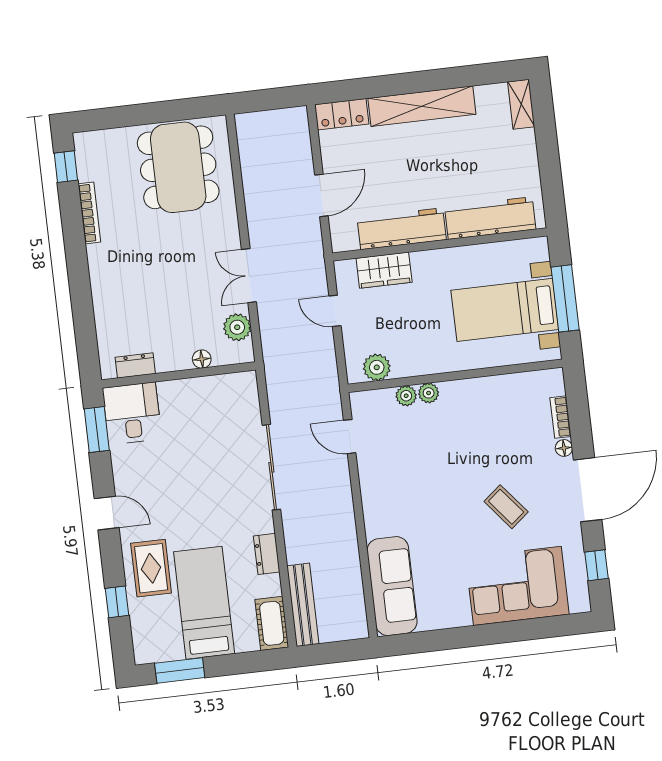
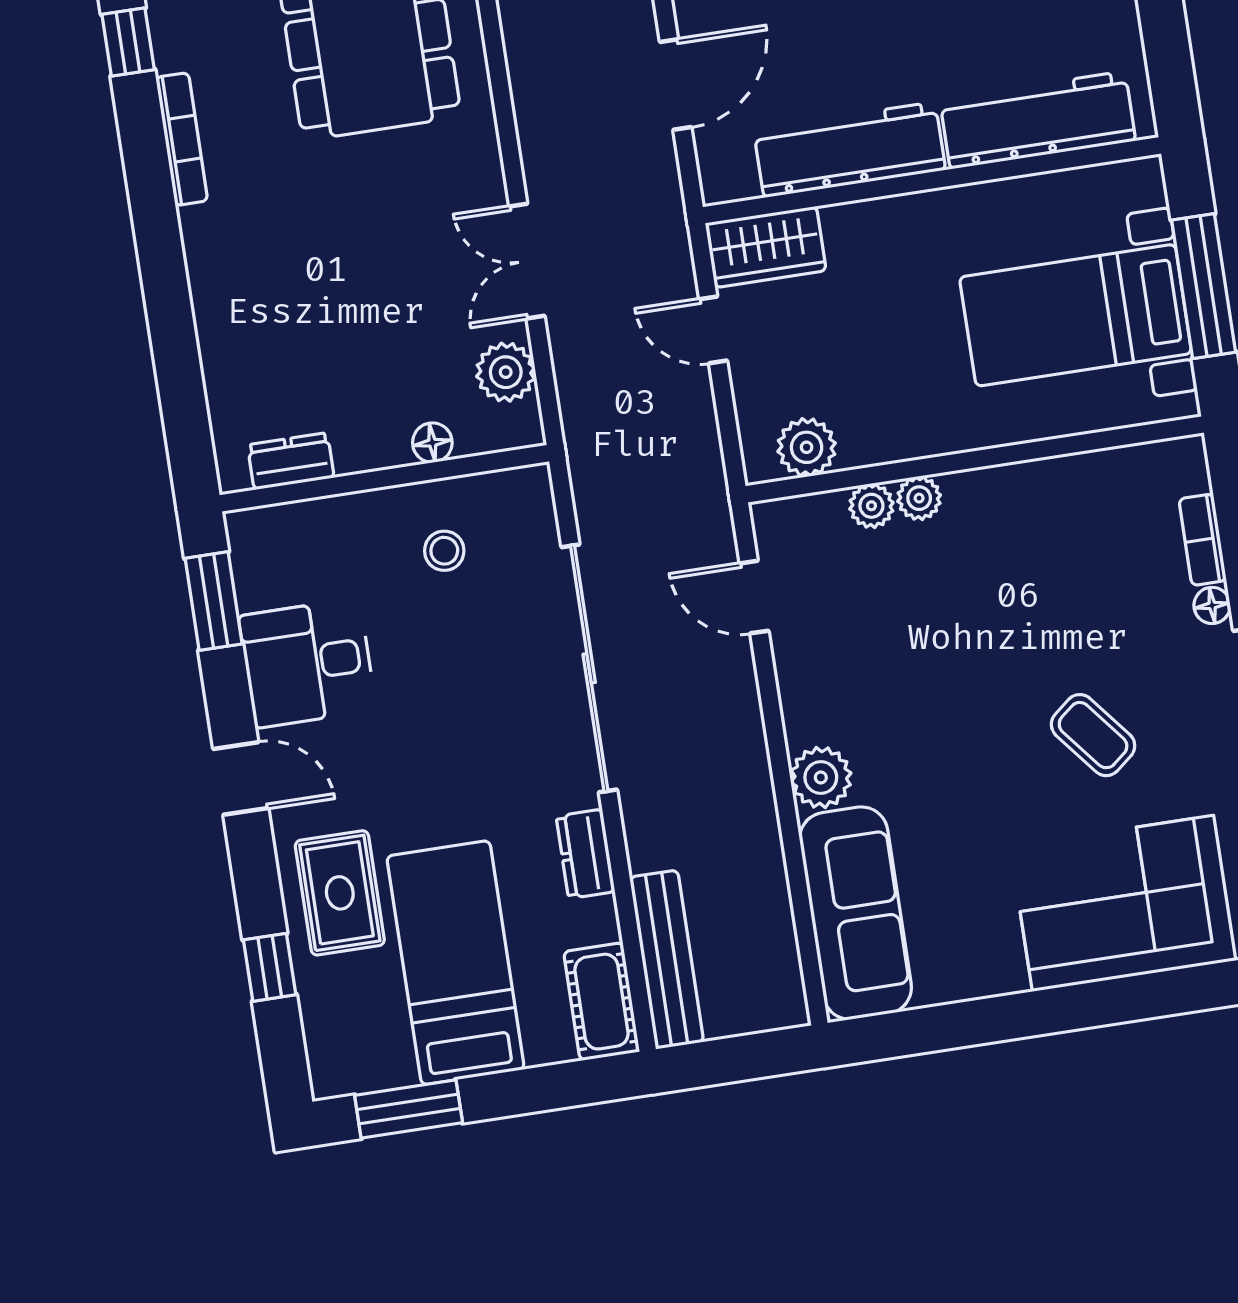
wardrobe: (384, 270) -> (766, 247), moved
stool: (206, 410) -> (444, 551), added
desk: (132, 413) -> (307, 663), moved, turned -90
sliding door: (271, 467) -> (589, 668), width x1.36
plant: (378, 522) -> (821, 777), added

